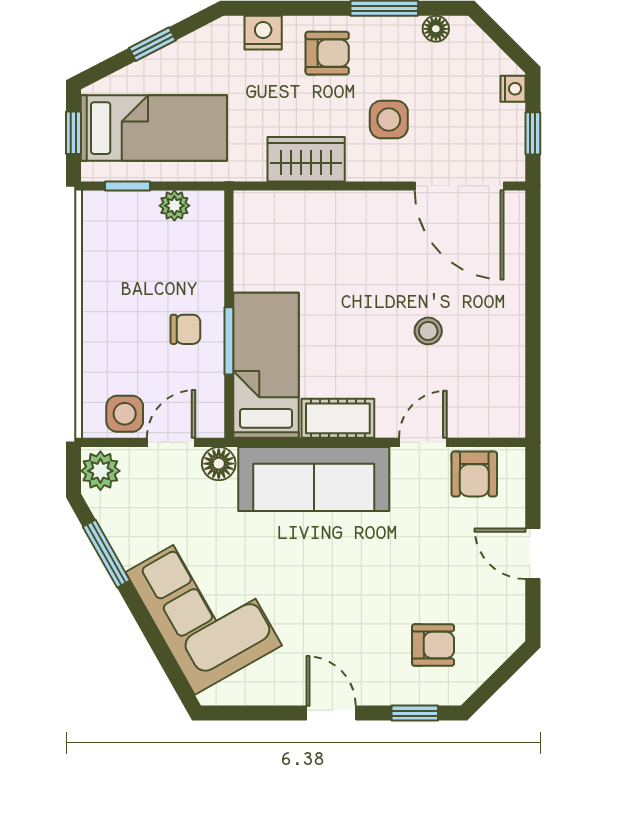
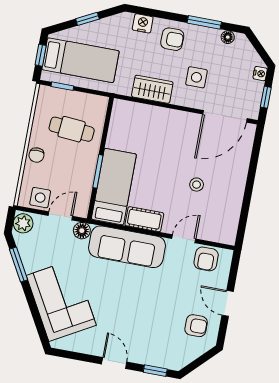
door: (459, 186) -> (225, 116), hinge flipped
plant: (174, 206) -> (83, 100), removed
cafe table: (162, 267) -> (72, 129), added
chair: (185, 329) -> (36, 155), moved, turned 90
armchair: (433, 645) -> (196, 326), moved

